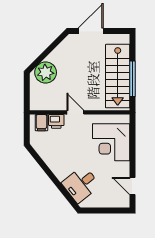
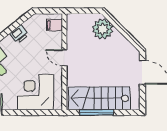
door: (75, 112) -> (64, 58), swing flipped
printer: (56, 121) -> (19, 34), moved, turned -129

